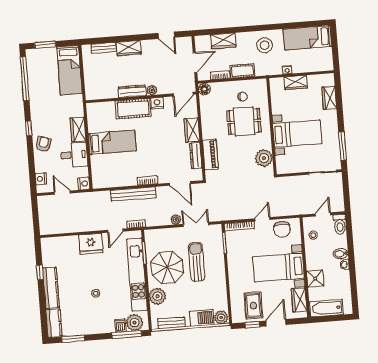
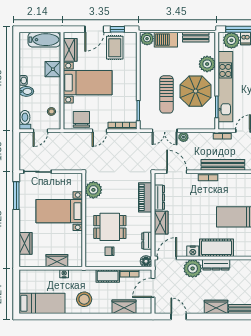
plant: (152, 90) -> (193, 268), width x1.87, depth x1.87
dresser: (205, 110) -> (147, 241), added

